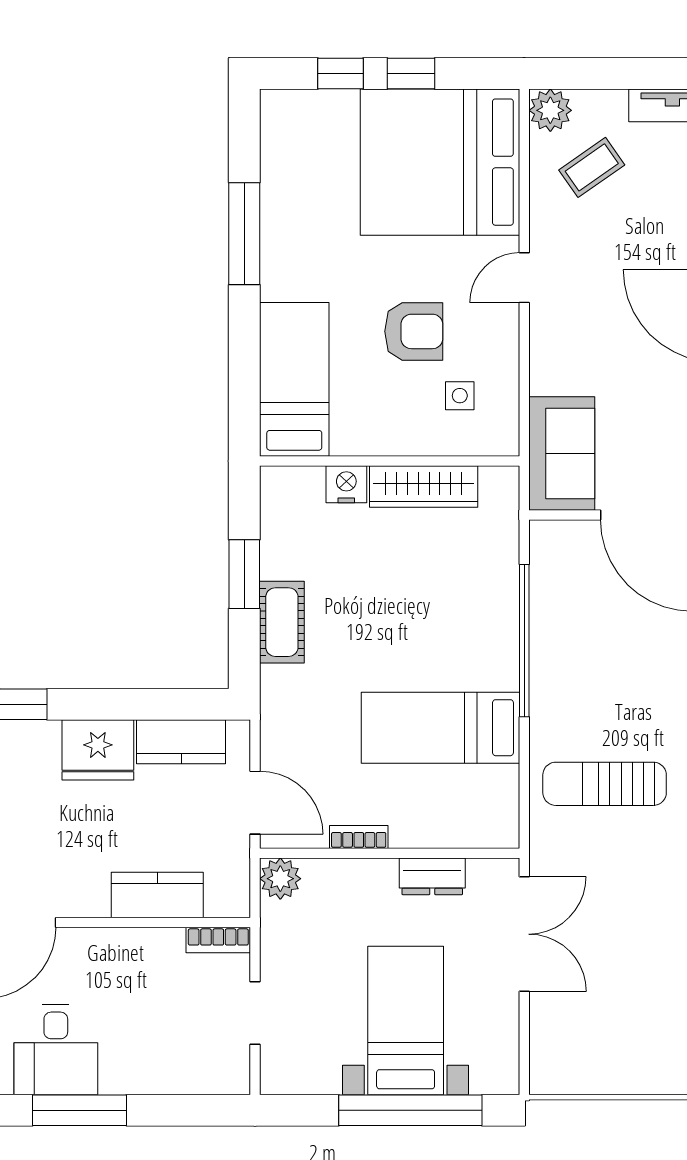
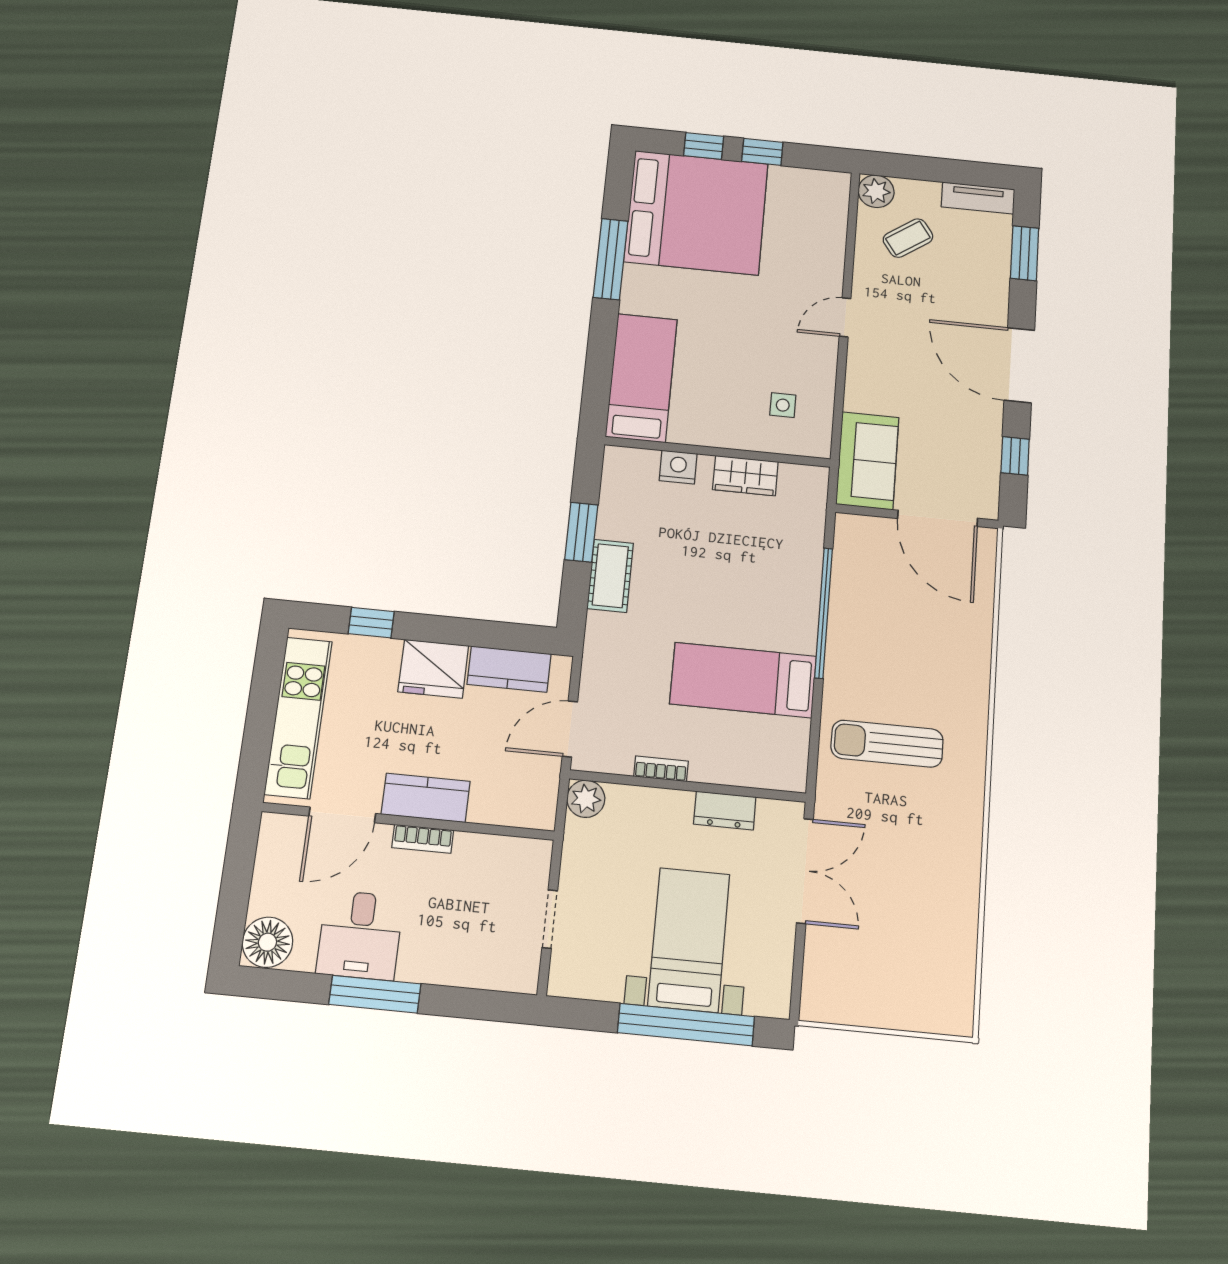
bed: (440, 162) -> (696, 213), moved, turned 180
armchair: (414, 331) -> (748, 350), removed
wardrobe: (424, 487) -> (745, 476), width x0.67
door: (255, 803) -> (570, 729), swing flipped
kitchen counter: (157, 895) -> (426, 798), moved
bookcase: (218, 940) -> (423, 839), moved

